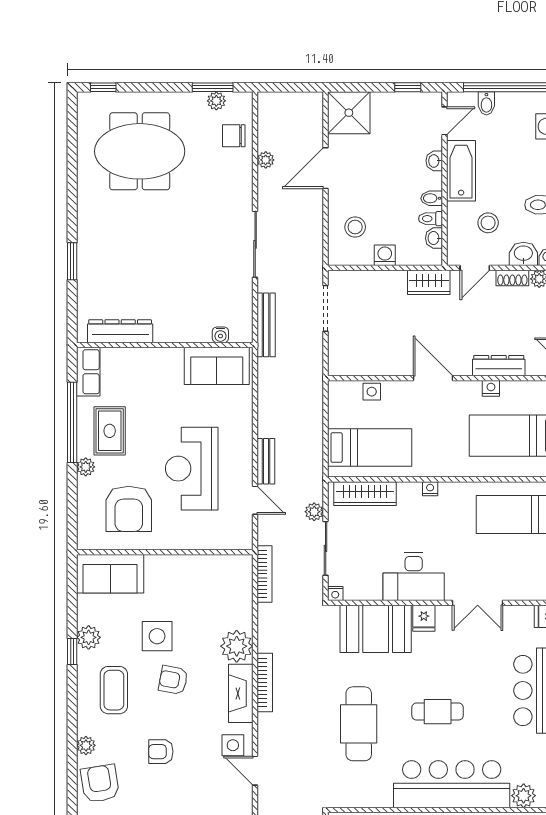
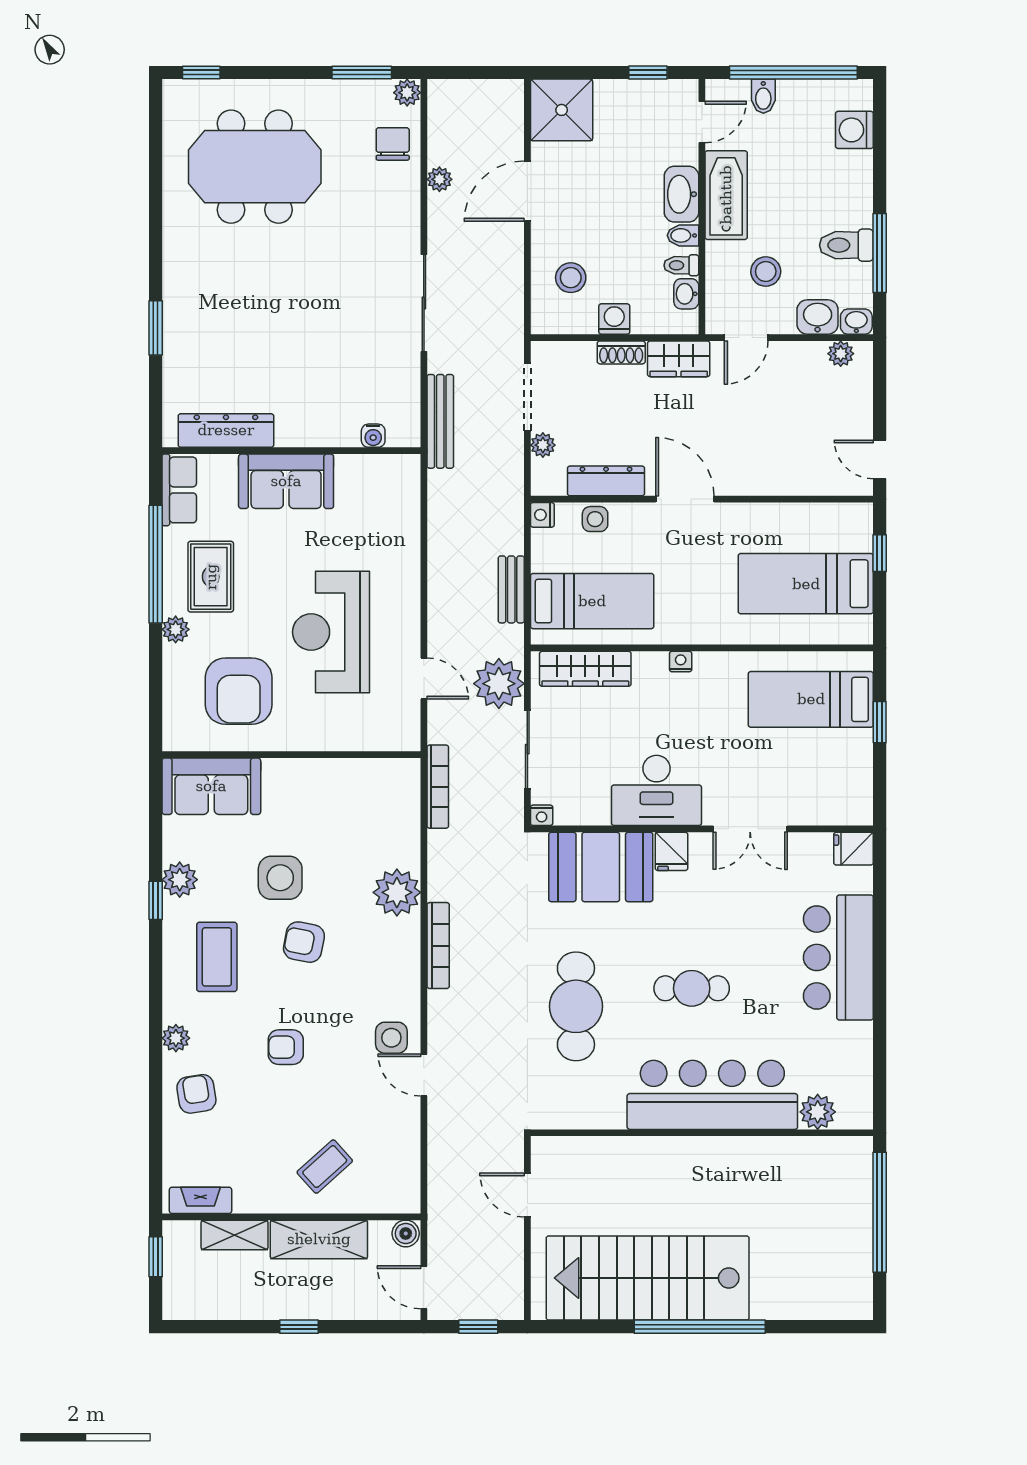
plant: (216, 101) -> (407, 93), moved
chair: (234, 136) -> (393, 144), turned 90
washbasin: (434, 161) -> (681, 194), width x1.91, depth x1.45
shoe rack: (512, 278) -> (621, 352), moved
plant: (336, 341) -> (543, 445), added
sofa: (217, 366) -> (286, 481), moved
dresser: (499, 366) -> (606, 481), moved
nightstand: (491, 388) -> (542, 515), moved, turned -90
bench: (266, 461) -> (511, 589), moved
plant: (314, 512) -> (499, 684), width x1.88, depth x1.88
fireplace: (241, 693) -> (403, 962), removed
armchair: (100, 783) -> (196, 1094), width x0.72, depth x0.72

